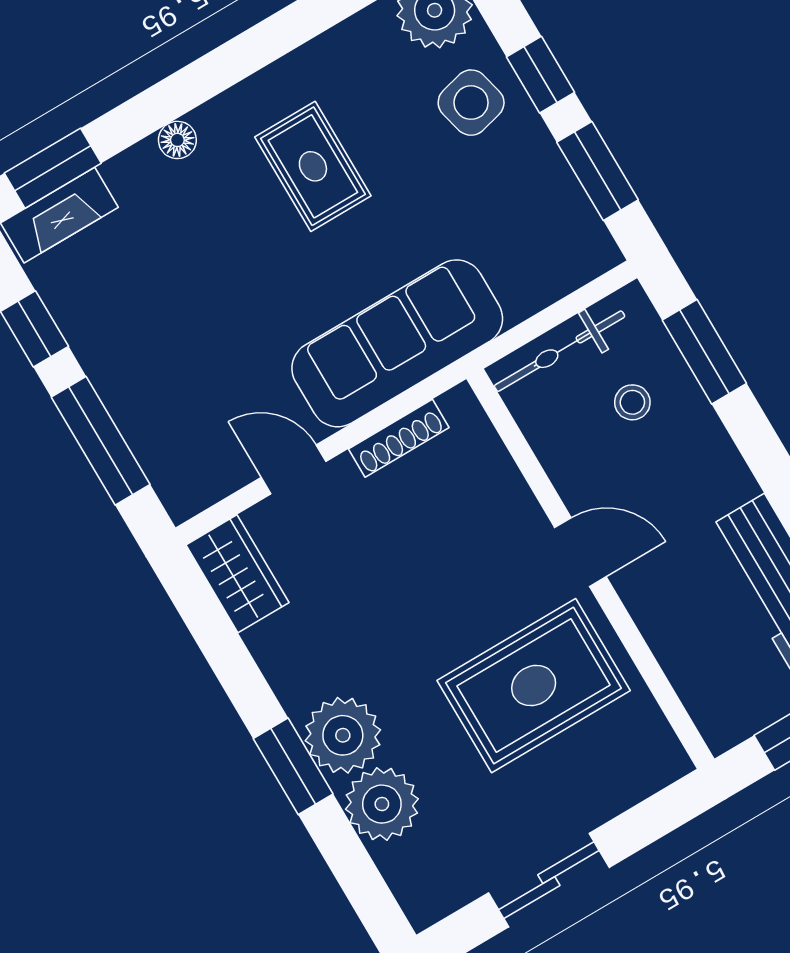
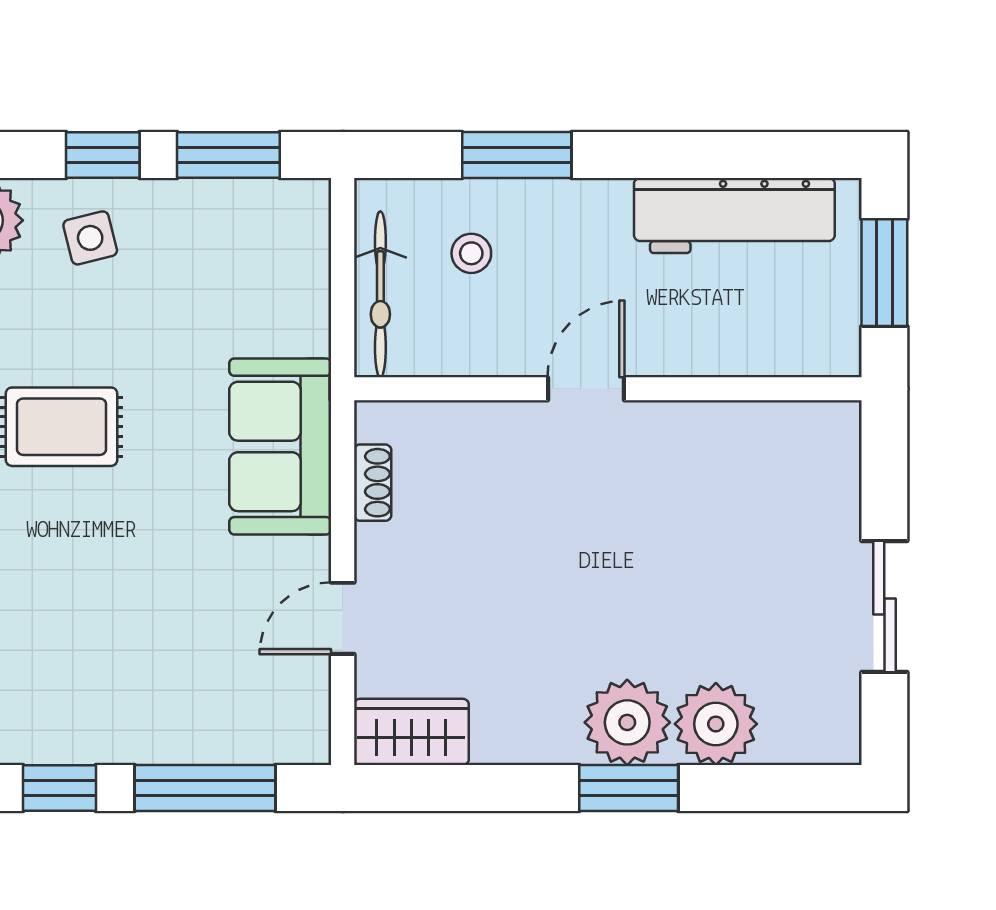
side table: (471, 103) -> (90, 238), width x0.73, depth x0.73
sofa: (397, 343) -> (280, 446), width x0.73
window: (704, 352) -> (517, 155), moved
shoe rack: (399, 438) -> (373, 483), width x0.70
rug: (534, 686) -> (688, 510), removed

